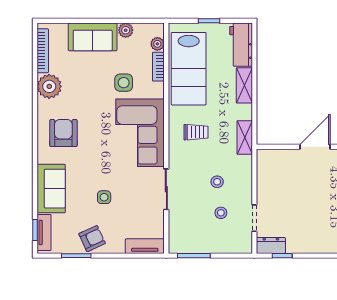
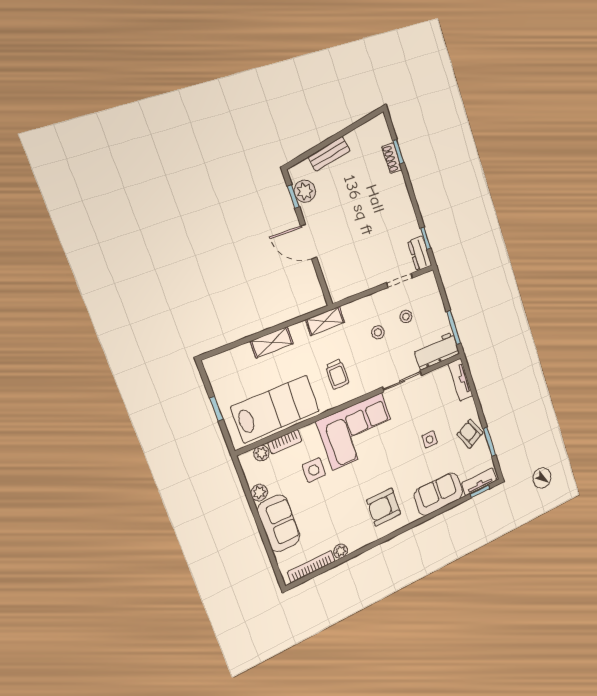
workbench: (241, 45) -> (437, 351), moved, turned 180
plant: (49, 86) -> (341, 551), width x0.53, depth x0.53
trolley: (196, 132) -> (337, 374), turned 180

